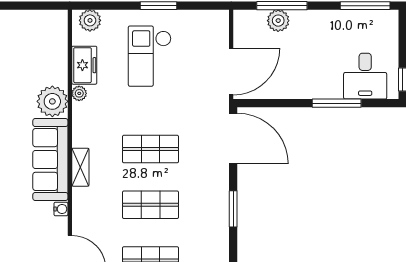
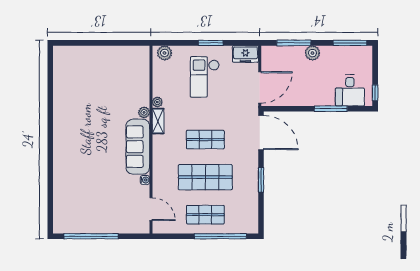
plant: (278, 21) -> (312, 53), moved
freezer: (84, 65) -> (245, 54), moved, turned 90
plant: (52, 101) -> (144, 112), width x0.53, depth x0.53
shelving: (80, 167) -> (158, 121), moved
shop shelf: (150, 205) -> (205, 177), width x1.43, depth x1.36

